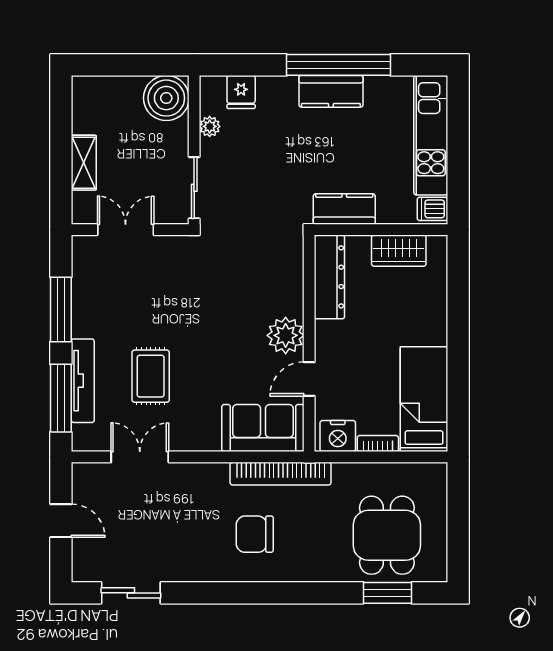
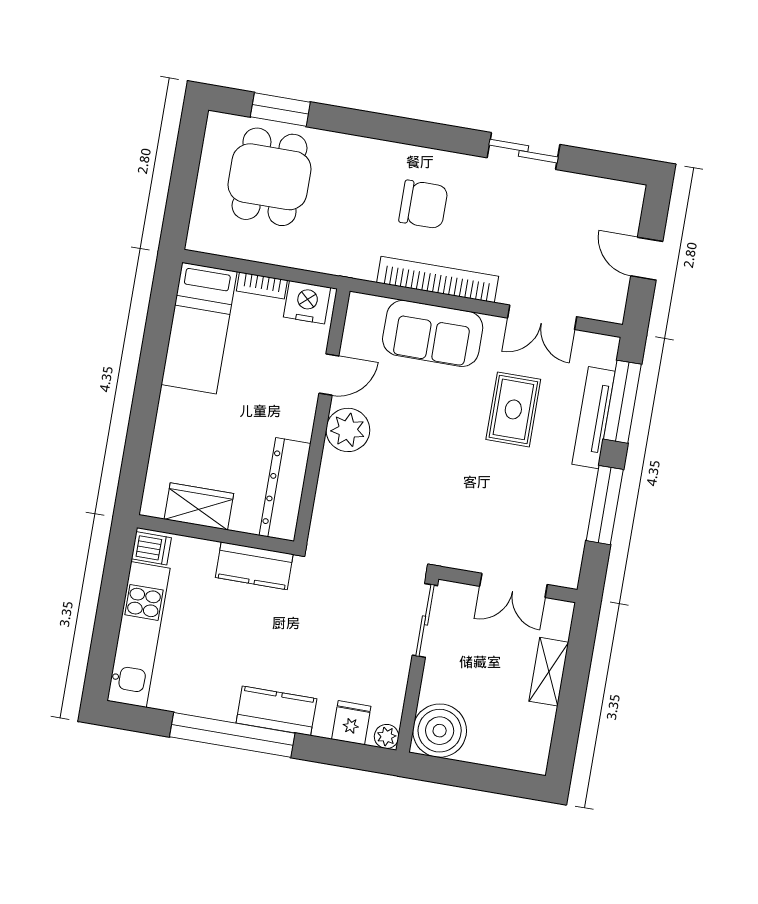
kitchen counter: (331, 91) -> (276, 711), moved
plant: (210, 126) -> (387, 736), moved
sofa: (263, 428) -> (433, 333), moved
bookcase: (281, 474) -> (438, 279), moved
sliding door: (131, 593) -> (524, 151), moved

